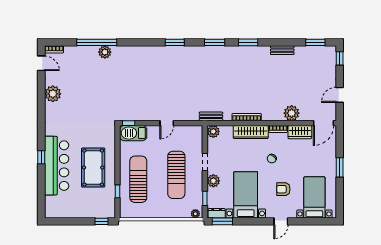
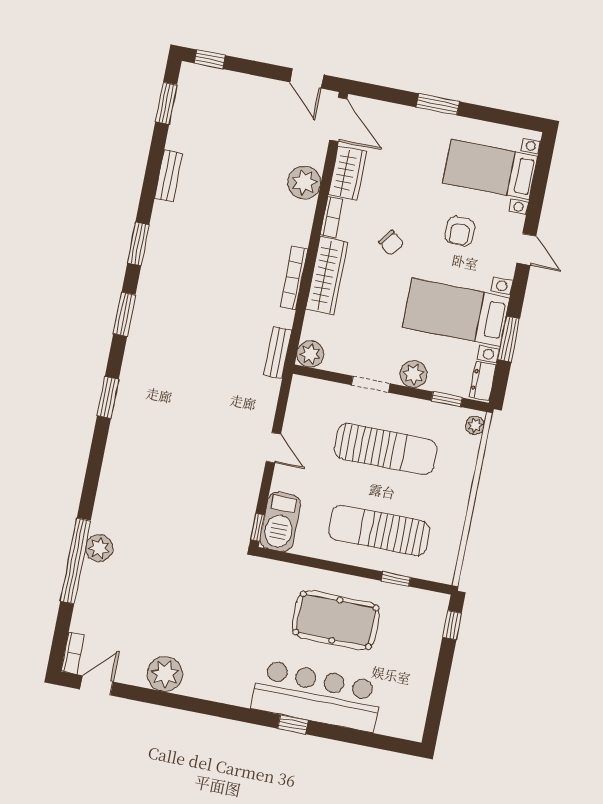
door: (340, 95) -> (307, 78), moved
window: (222, 221) -> (509, 339), moved

